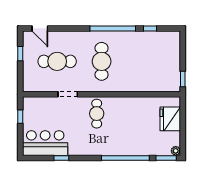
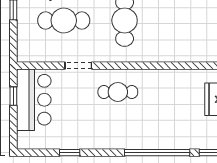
cafe table: (97, 114) -> (118, 92), turned 90
bar counter: (45, 143) -> (34, 100), moved, turned 90

